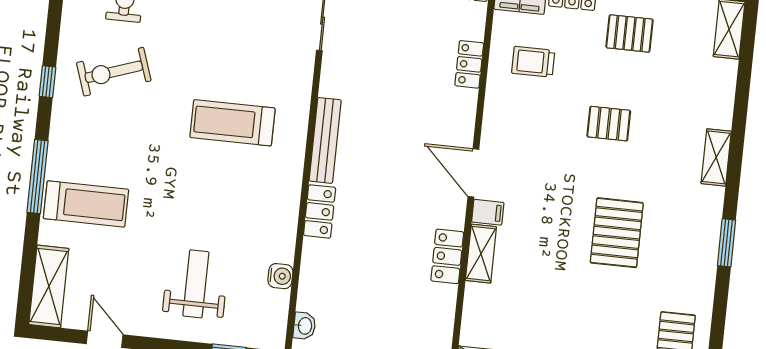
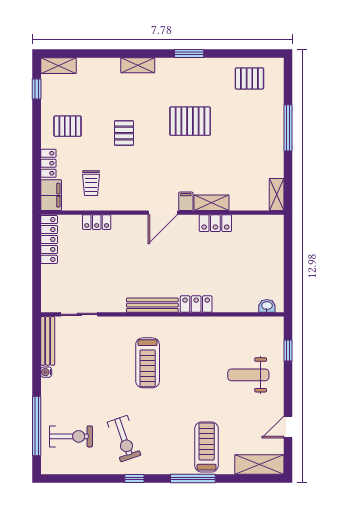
pallet: (629, 33) -> (68, 126), turned 90
water cooler: (280, 276) -> (238, 324), removed

